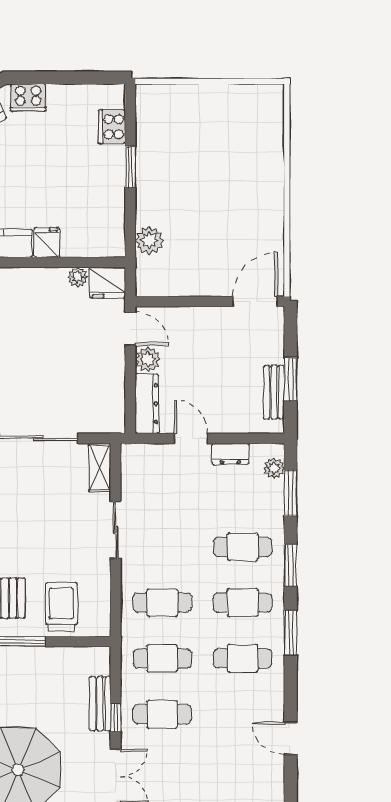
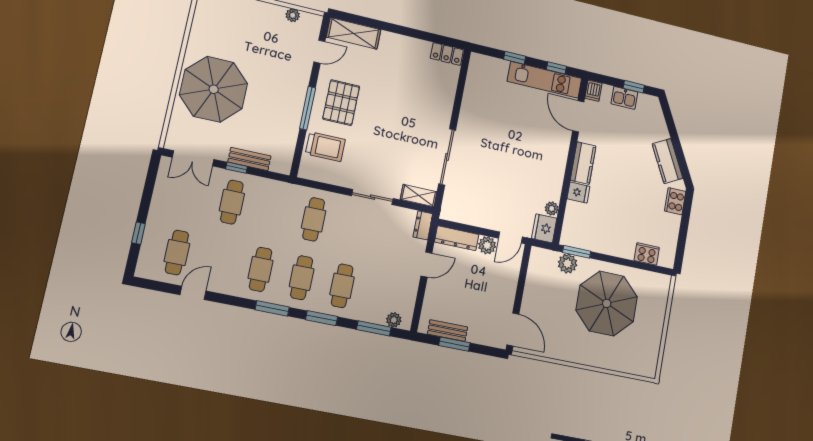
window: (130, 167) -> (577, 252), moved
parasol: (193, 173) -> (607, 303), added
dresser: (230, 454) -> (423, 225), moved
cafe table: (162, 658) -> (177, 253), moved

